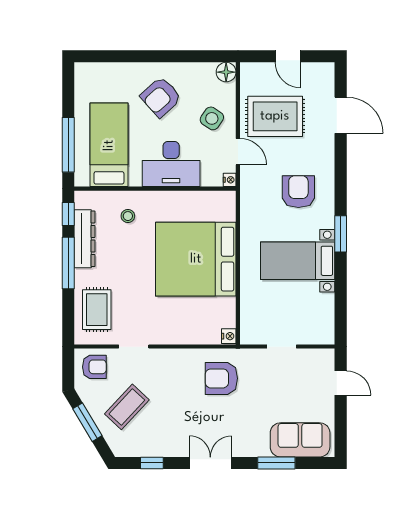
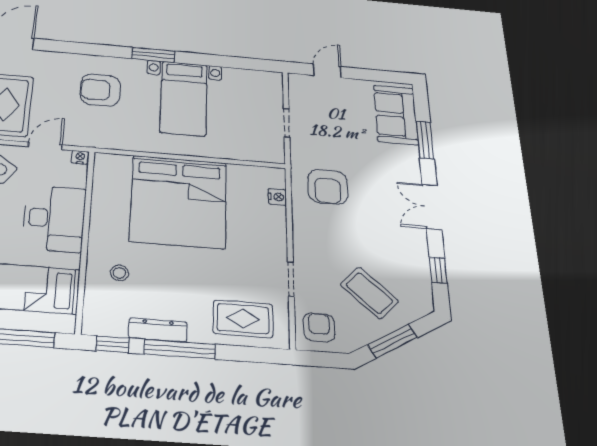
dresser: (84, 239) -> (158, 330), width x0.73, depth x0.80
nightstand: (229, 336) -> (277, 197), moved, turned 90

